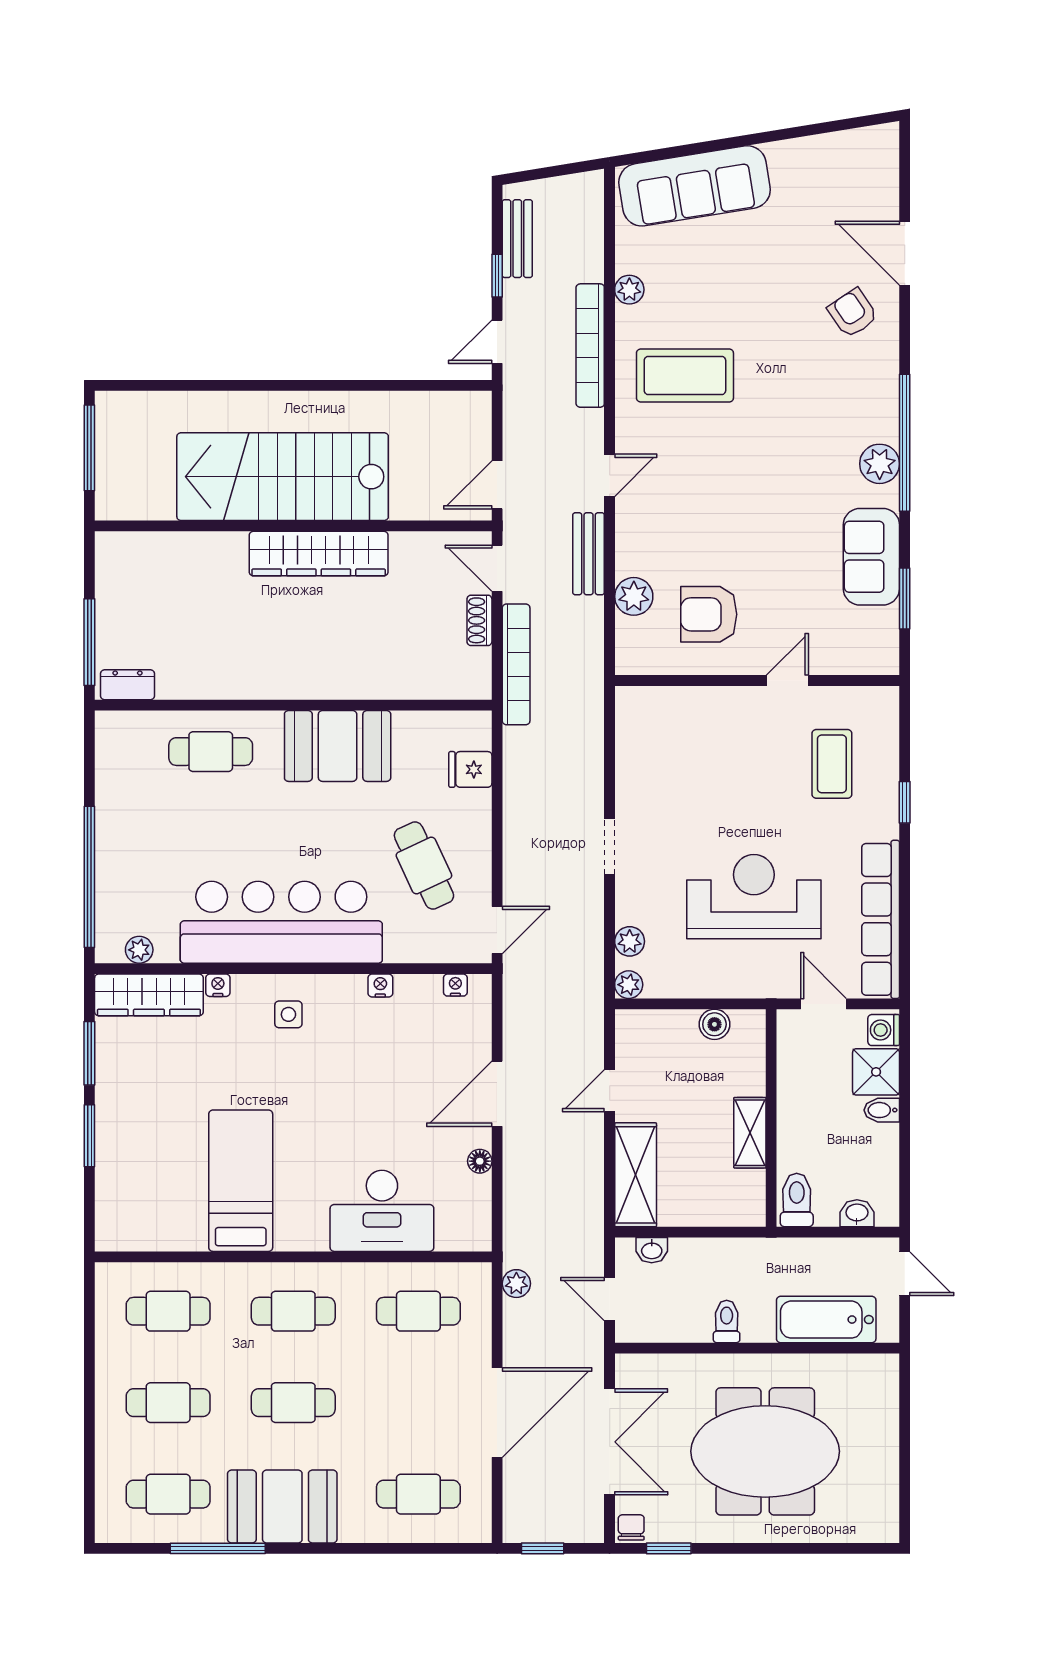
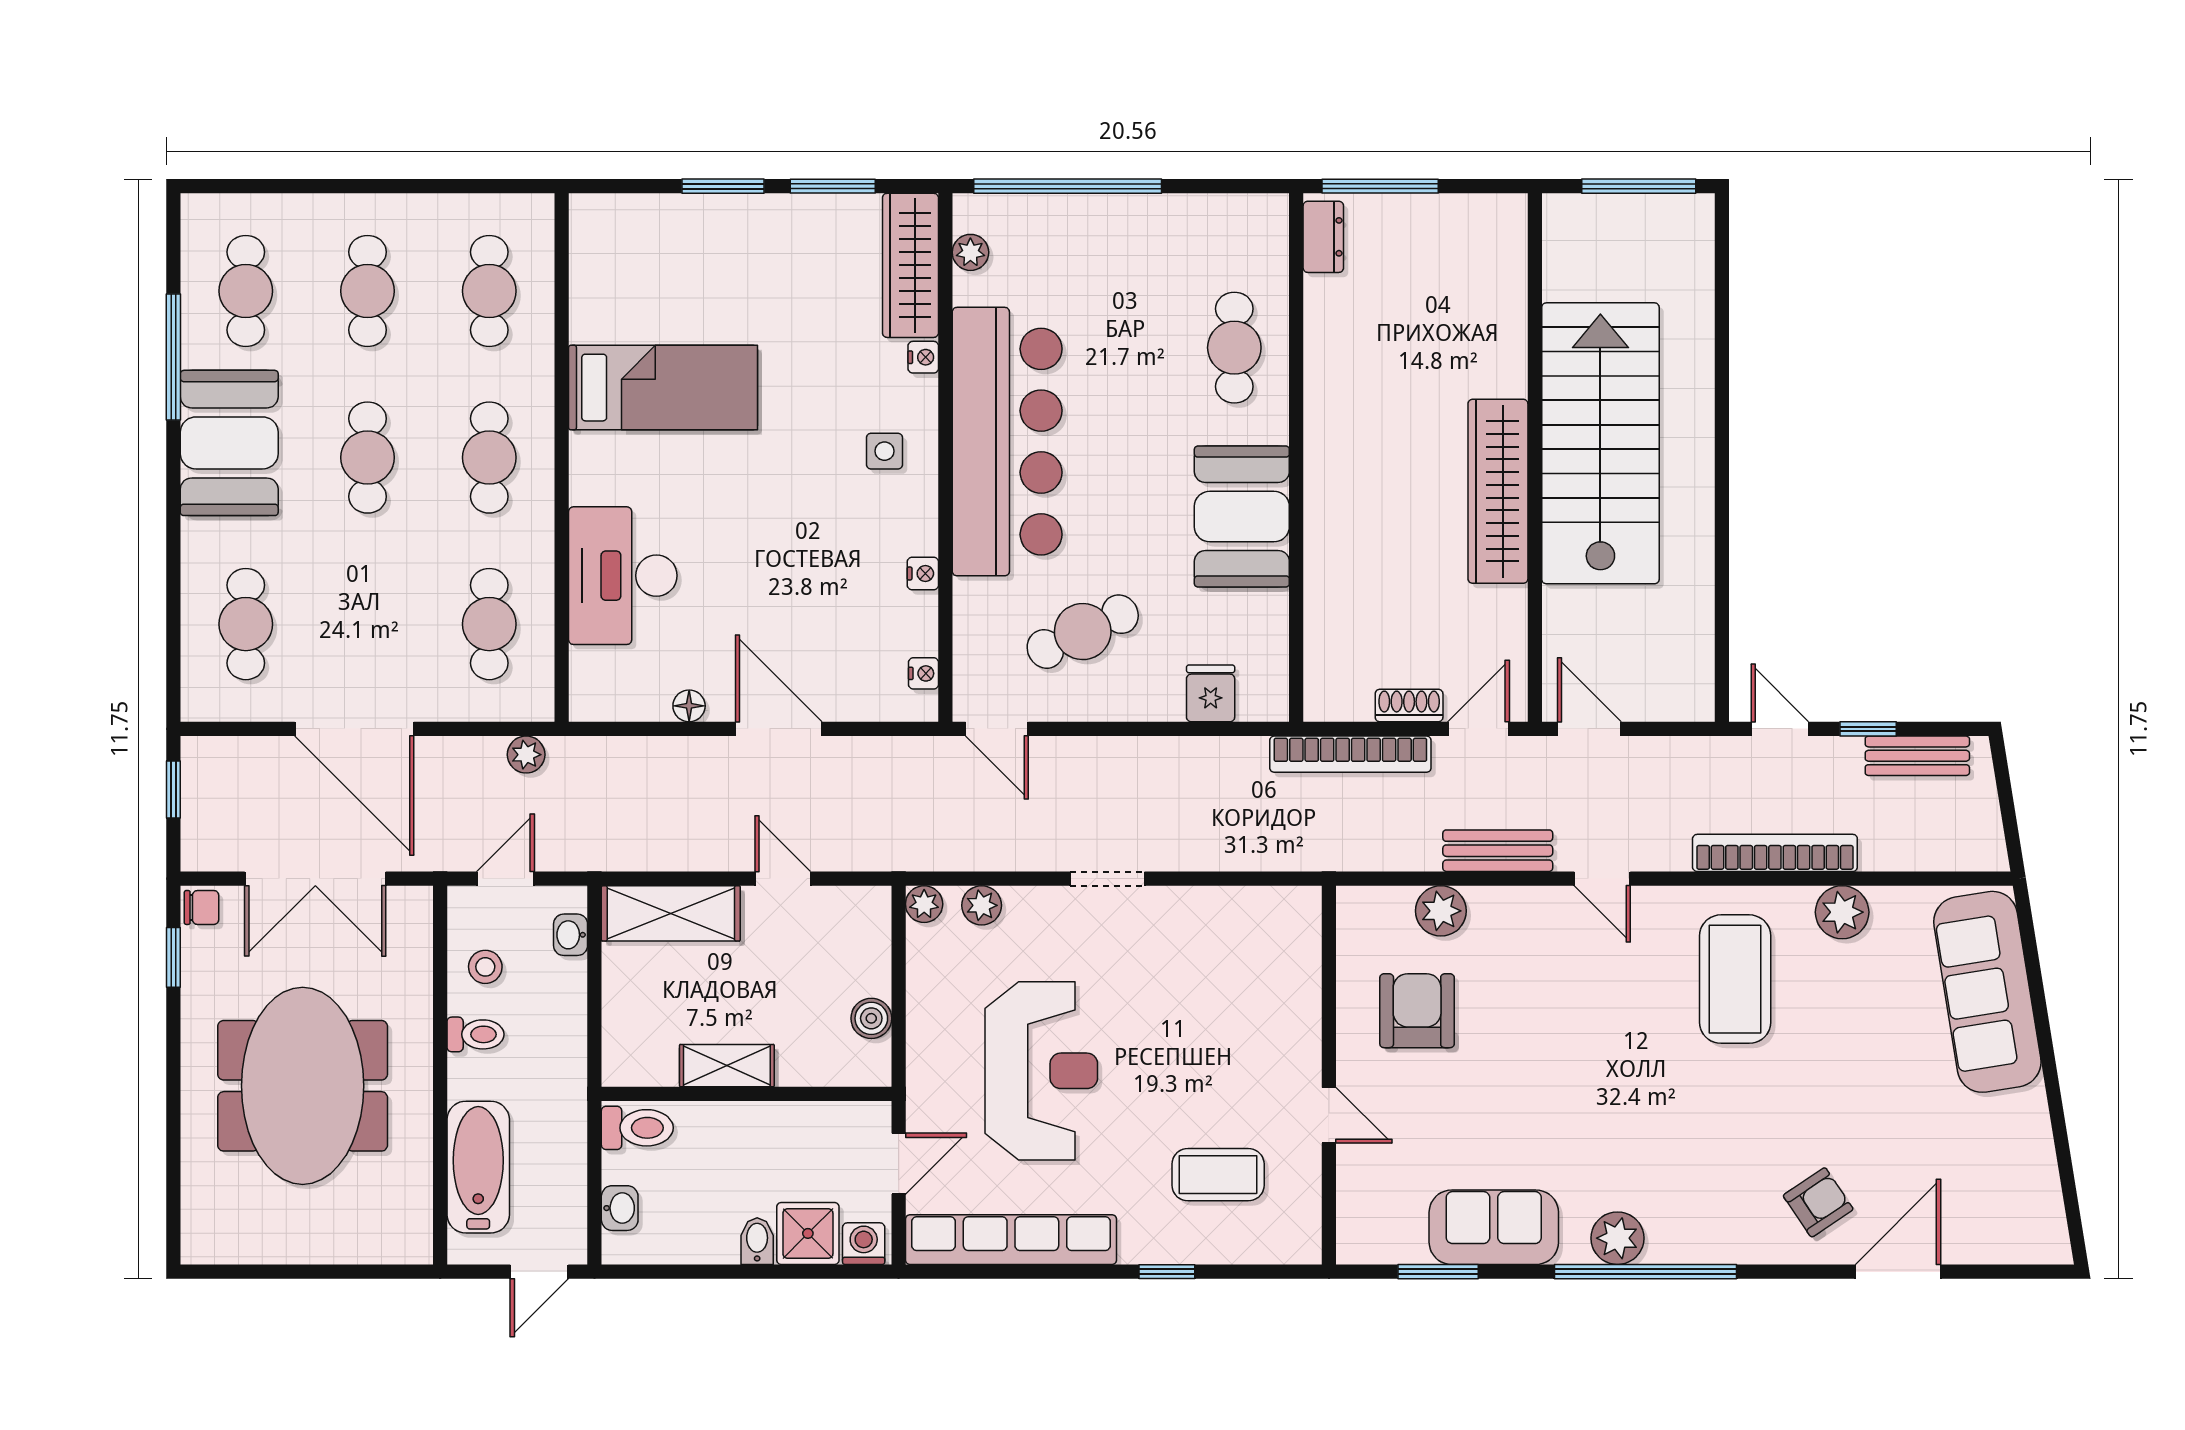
plant: (629, 290) -> (1842, 912), width x1.38, depth x1.38
stool: (676, 1314) -> (485, 967), added

